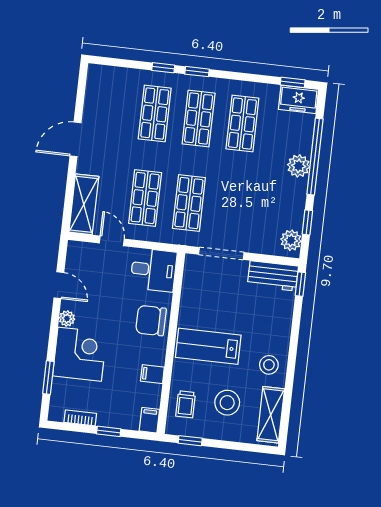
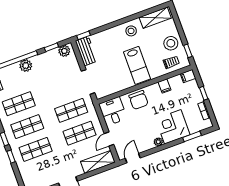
door: (59, 285) -> (133, 158), moved
stool: (227, 403) -> (171, 43), moved

